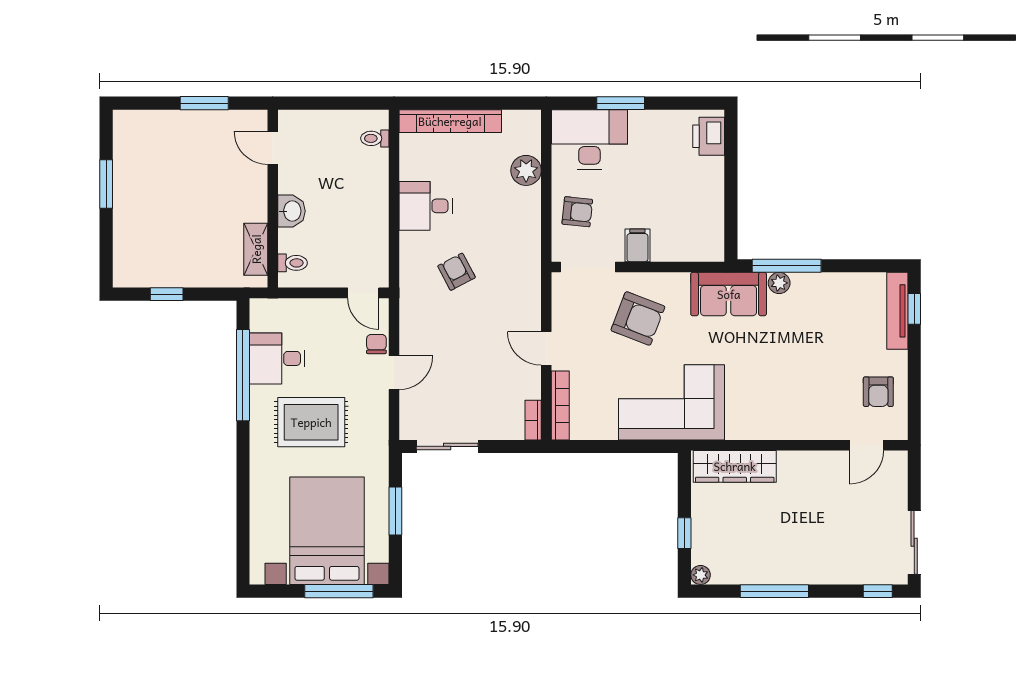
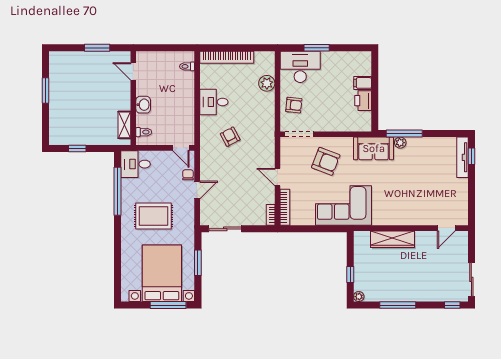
printer: (709, 136) -> (363, 101), moved
filing cabinet: (637, 245) -> (363, 83), moved, turned -90
desk: (277, 358) -> (136, 164), moved
armchair: (878, 392) -> (452, 200), removed
wardrobe: (735, 466) -> (392, 239), moved

